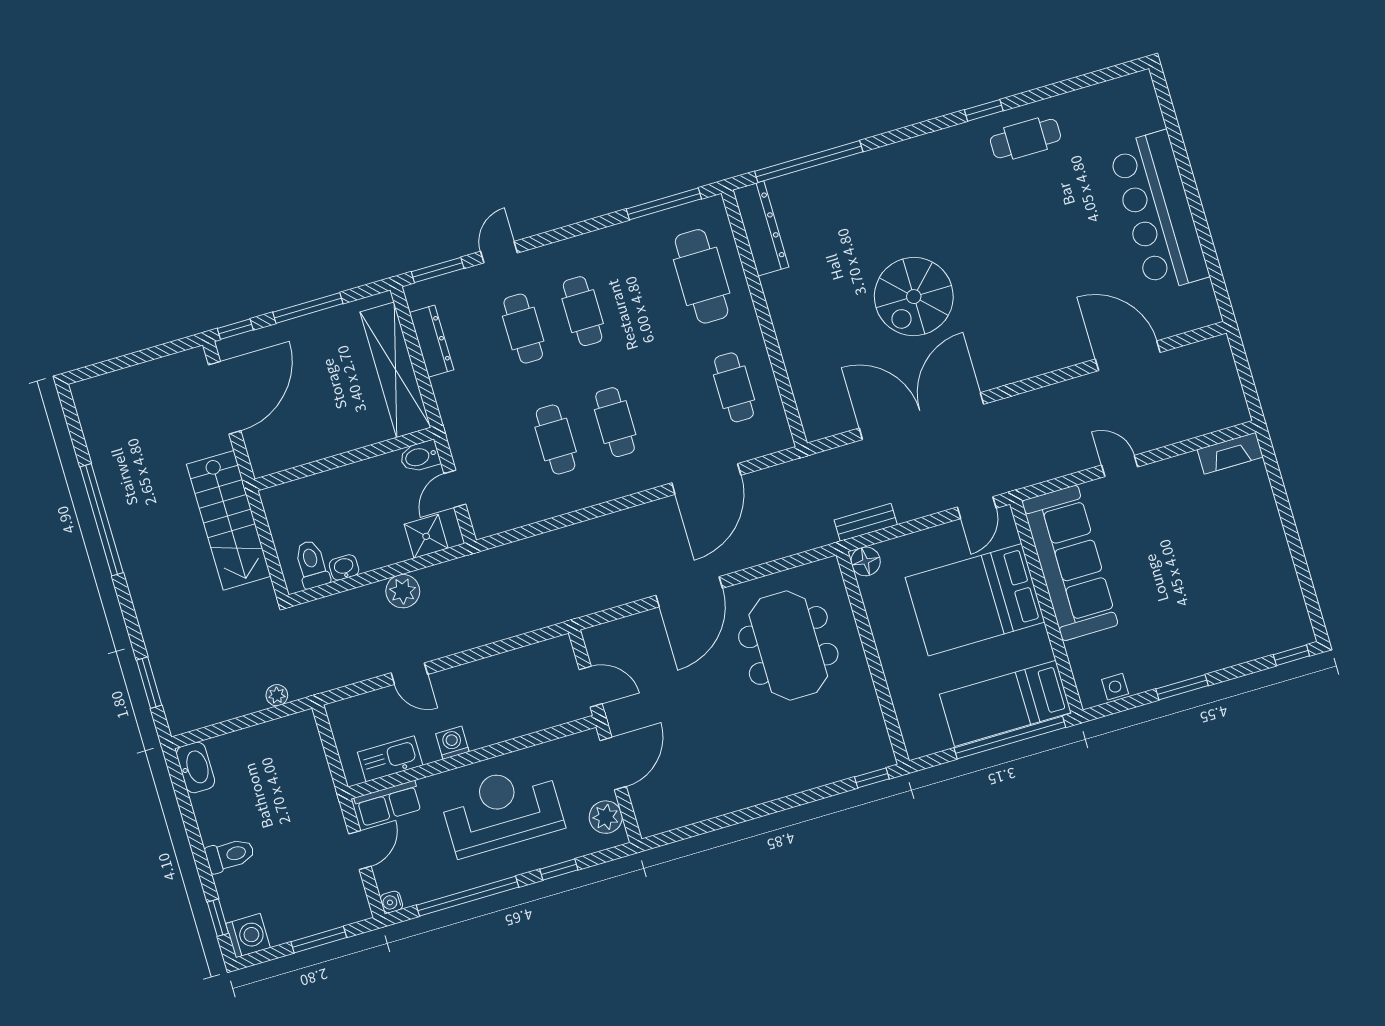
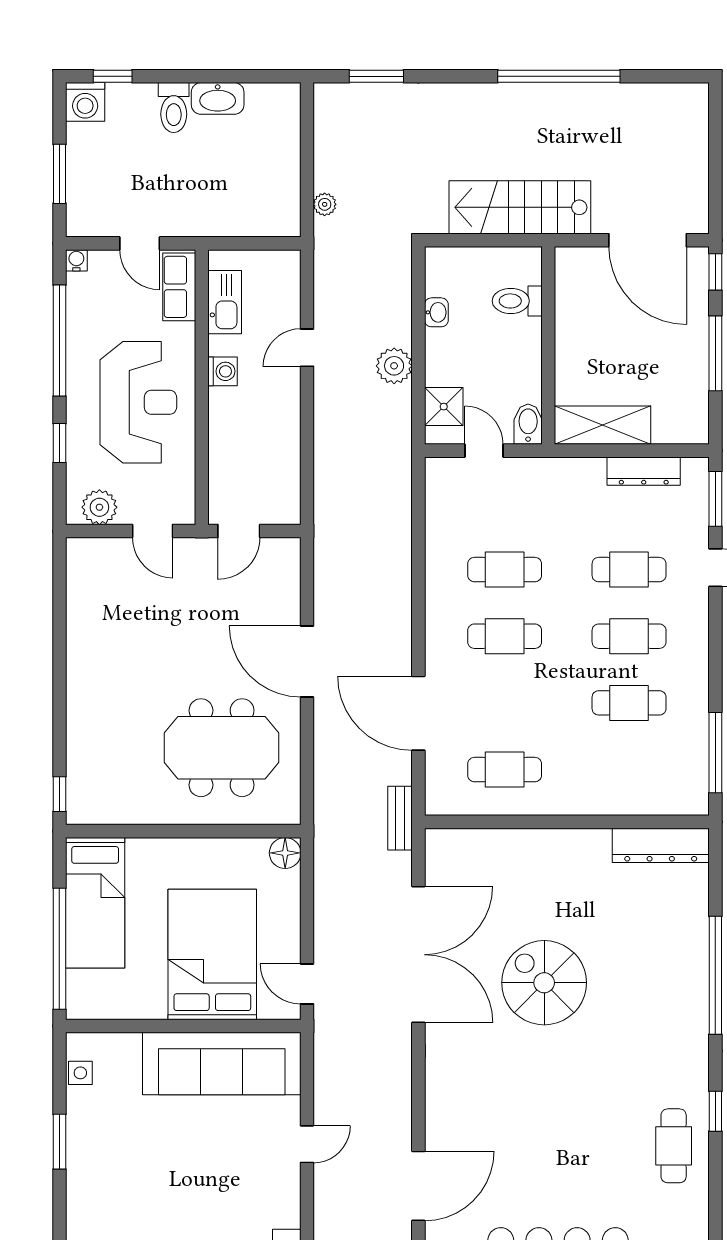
window: (809, 161) -> (715, 975), moved
cafe table: (702, 276) -> (629, 703), moved, width x0.73, depth x0.74
shelving: (395, 370) -> (603, 425), width x0.68
bench: (866, 522) -> (400, 818), moved
toilet: (312, 564) -> (517, 301), moved, turned 180
bed: (1005, 703) -> (95, 903), moved, turned 180
door: (613, 763) -> (153, 531), width x0.73
washbasin: (195, 767) -> (218, 98), moved

